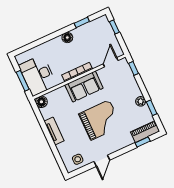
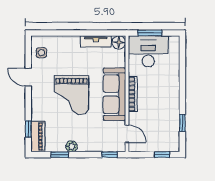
floor lamp: (67, 37) -> (174, 100), removed
sofa: (84, 86) -> (114, 94), width x1.36
tv unit: (54, 131) -> (96, 42), moved

